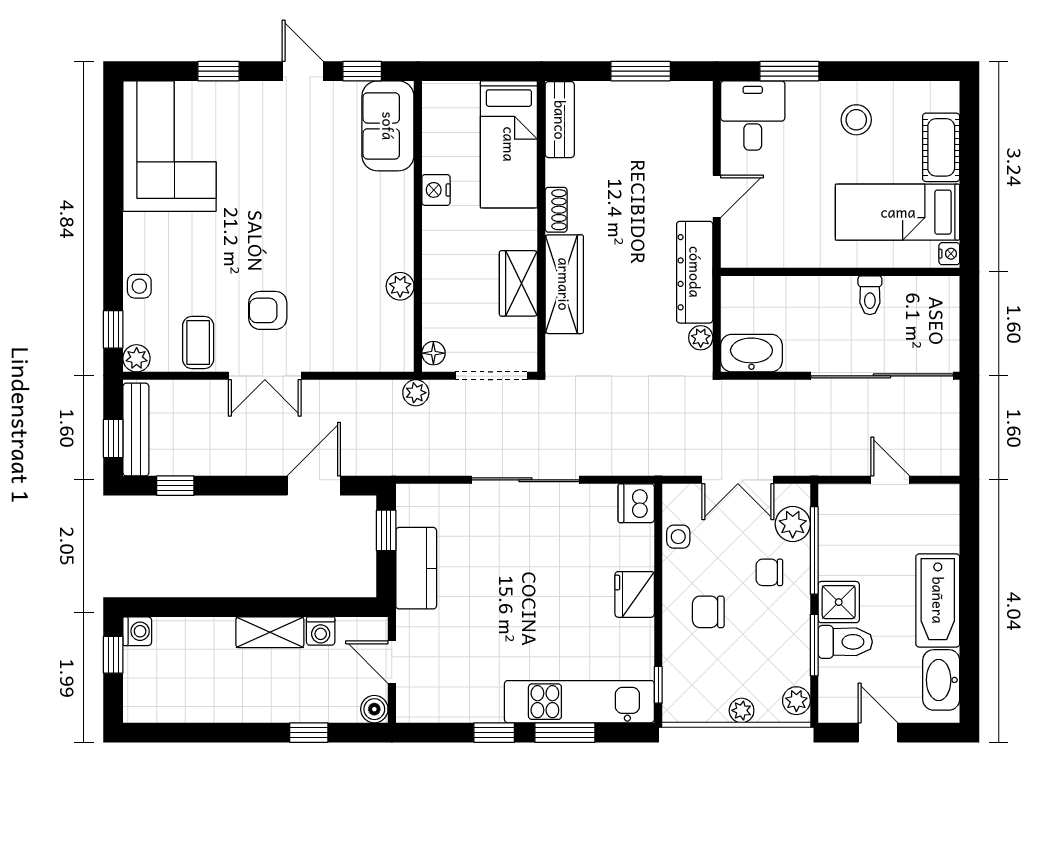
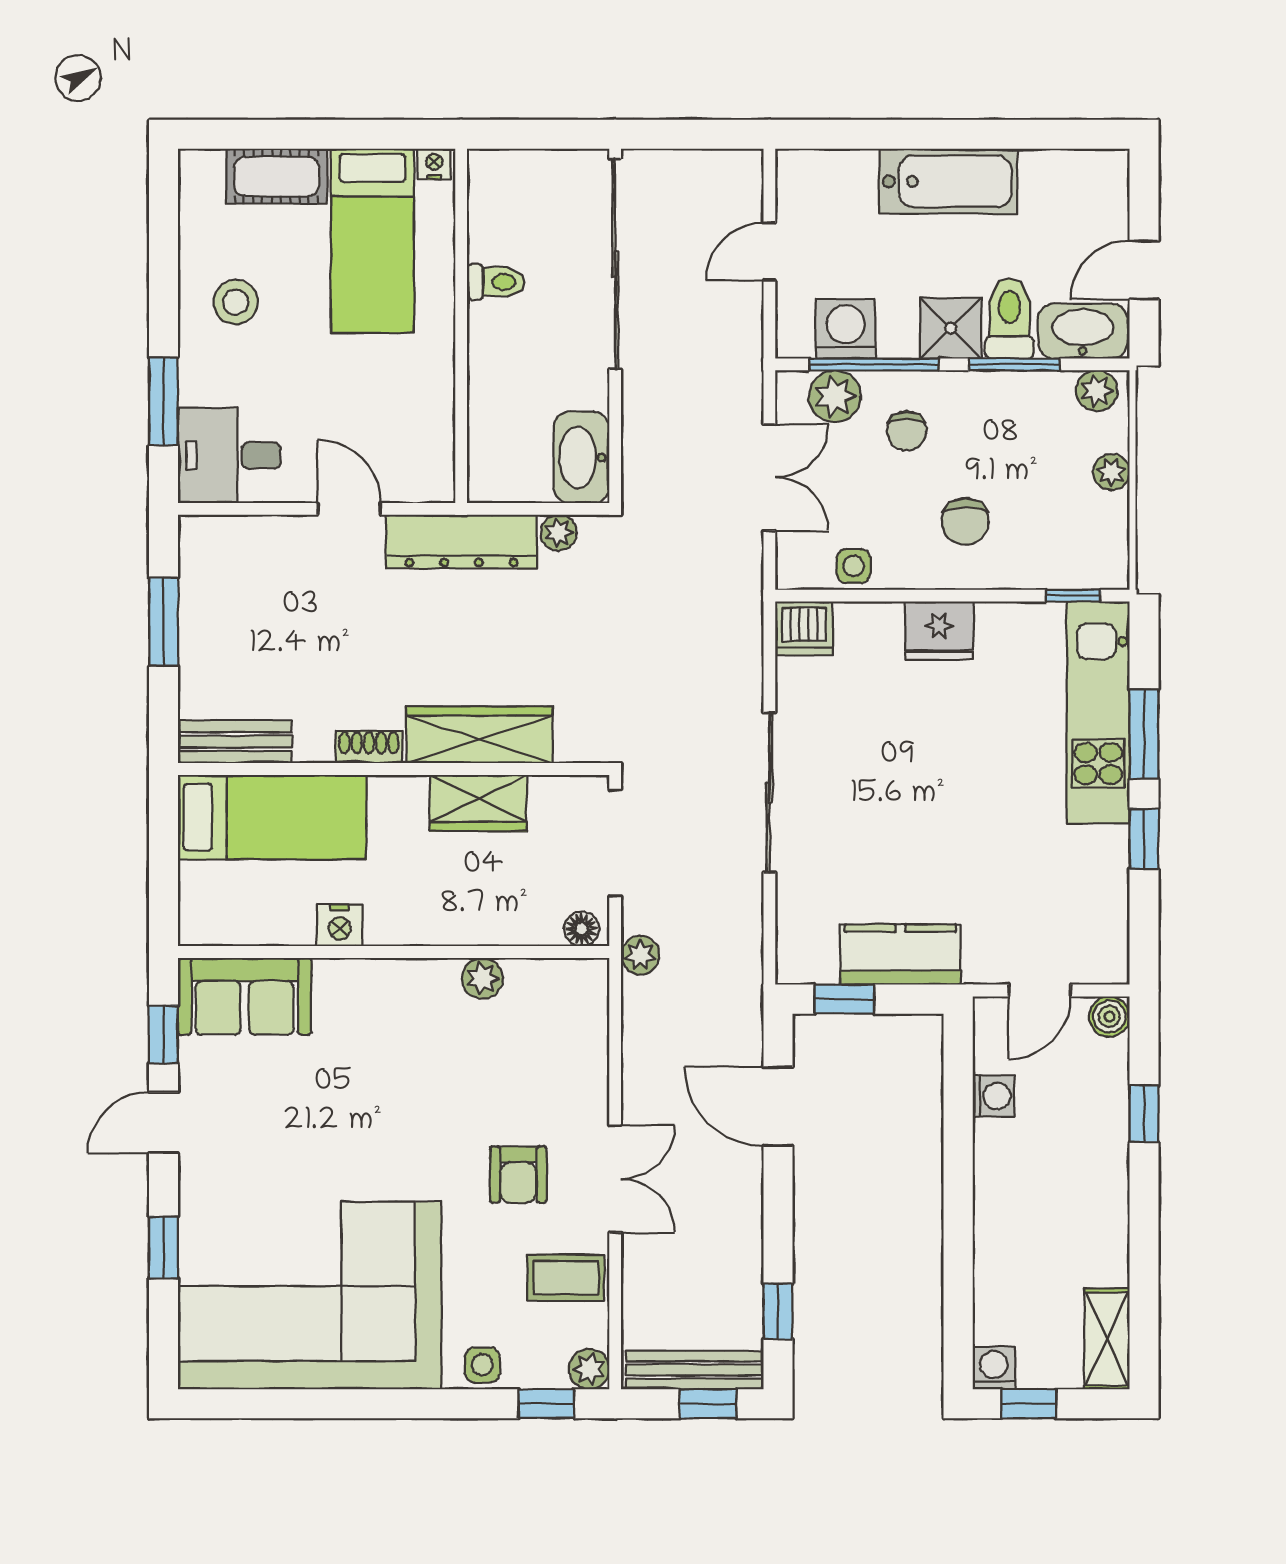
corner sofa: (169, 146) -> (310, 1295), width x1.36, depth x1.36
washing machine: (838, 531) -> (845, 329), added
shelving: (270, 632) -> (1107, 1339), moved
washbasin: (941, 680) -> (1083, 331), moved, turned 180

